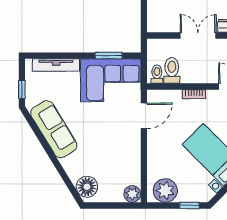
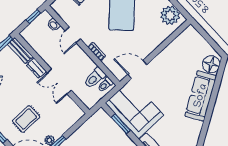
sofa: (54, 129) -> (201, 96), moved
plant: (132, 194) -> (190, 33), removed

